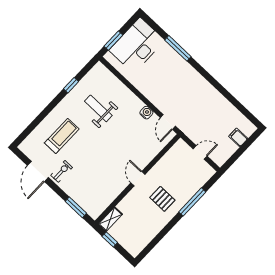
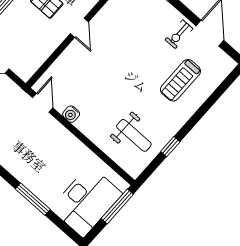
window: (113, 41) -> (117, 206), width x1.44
weight bench: (98, 108) -> (134, 135), moved

